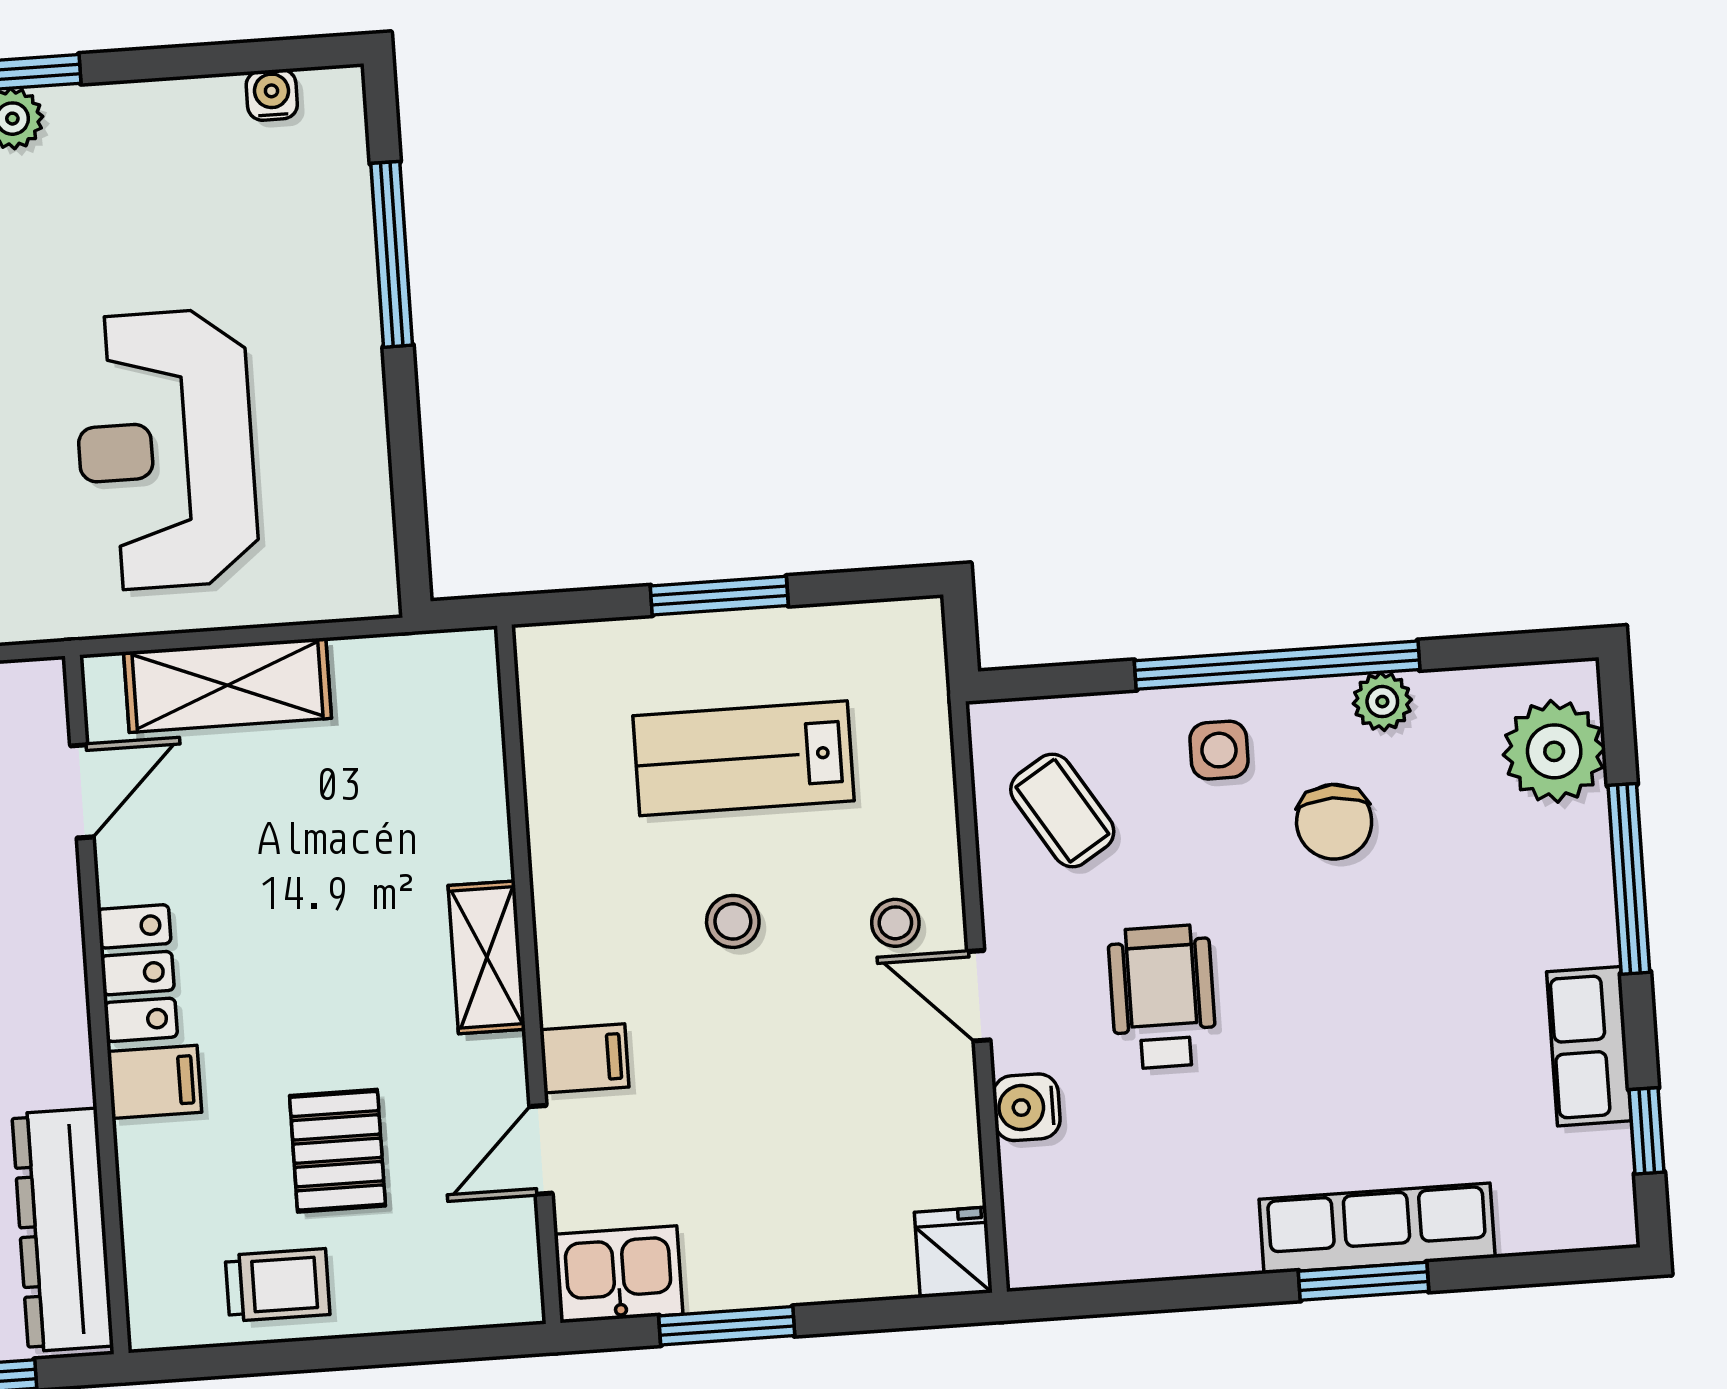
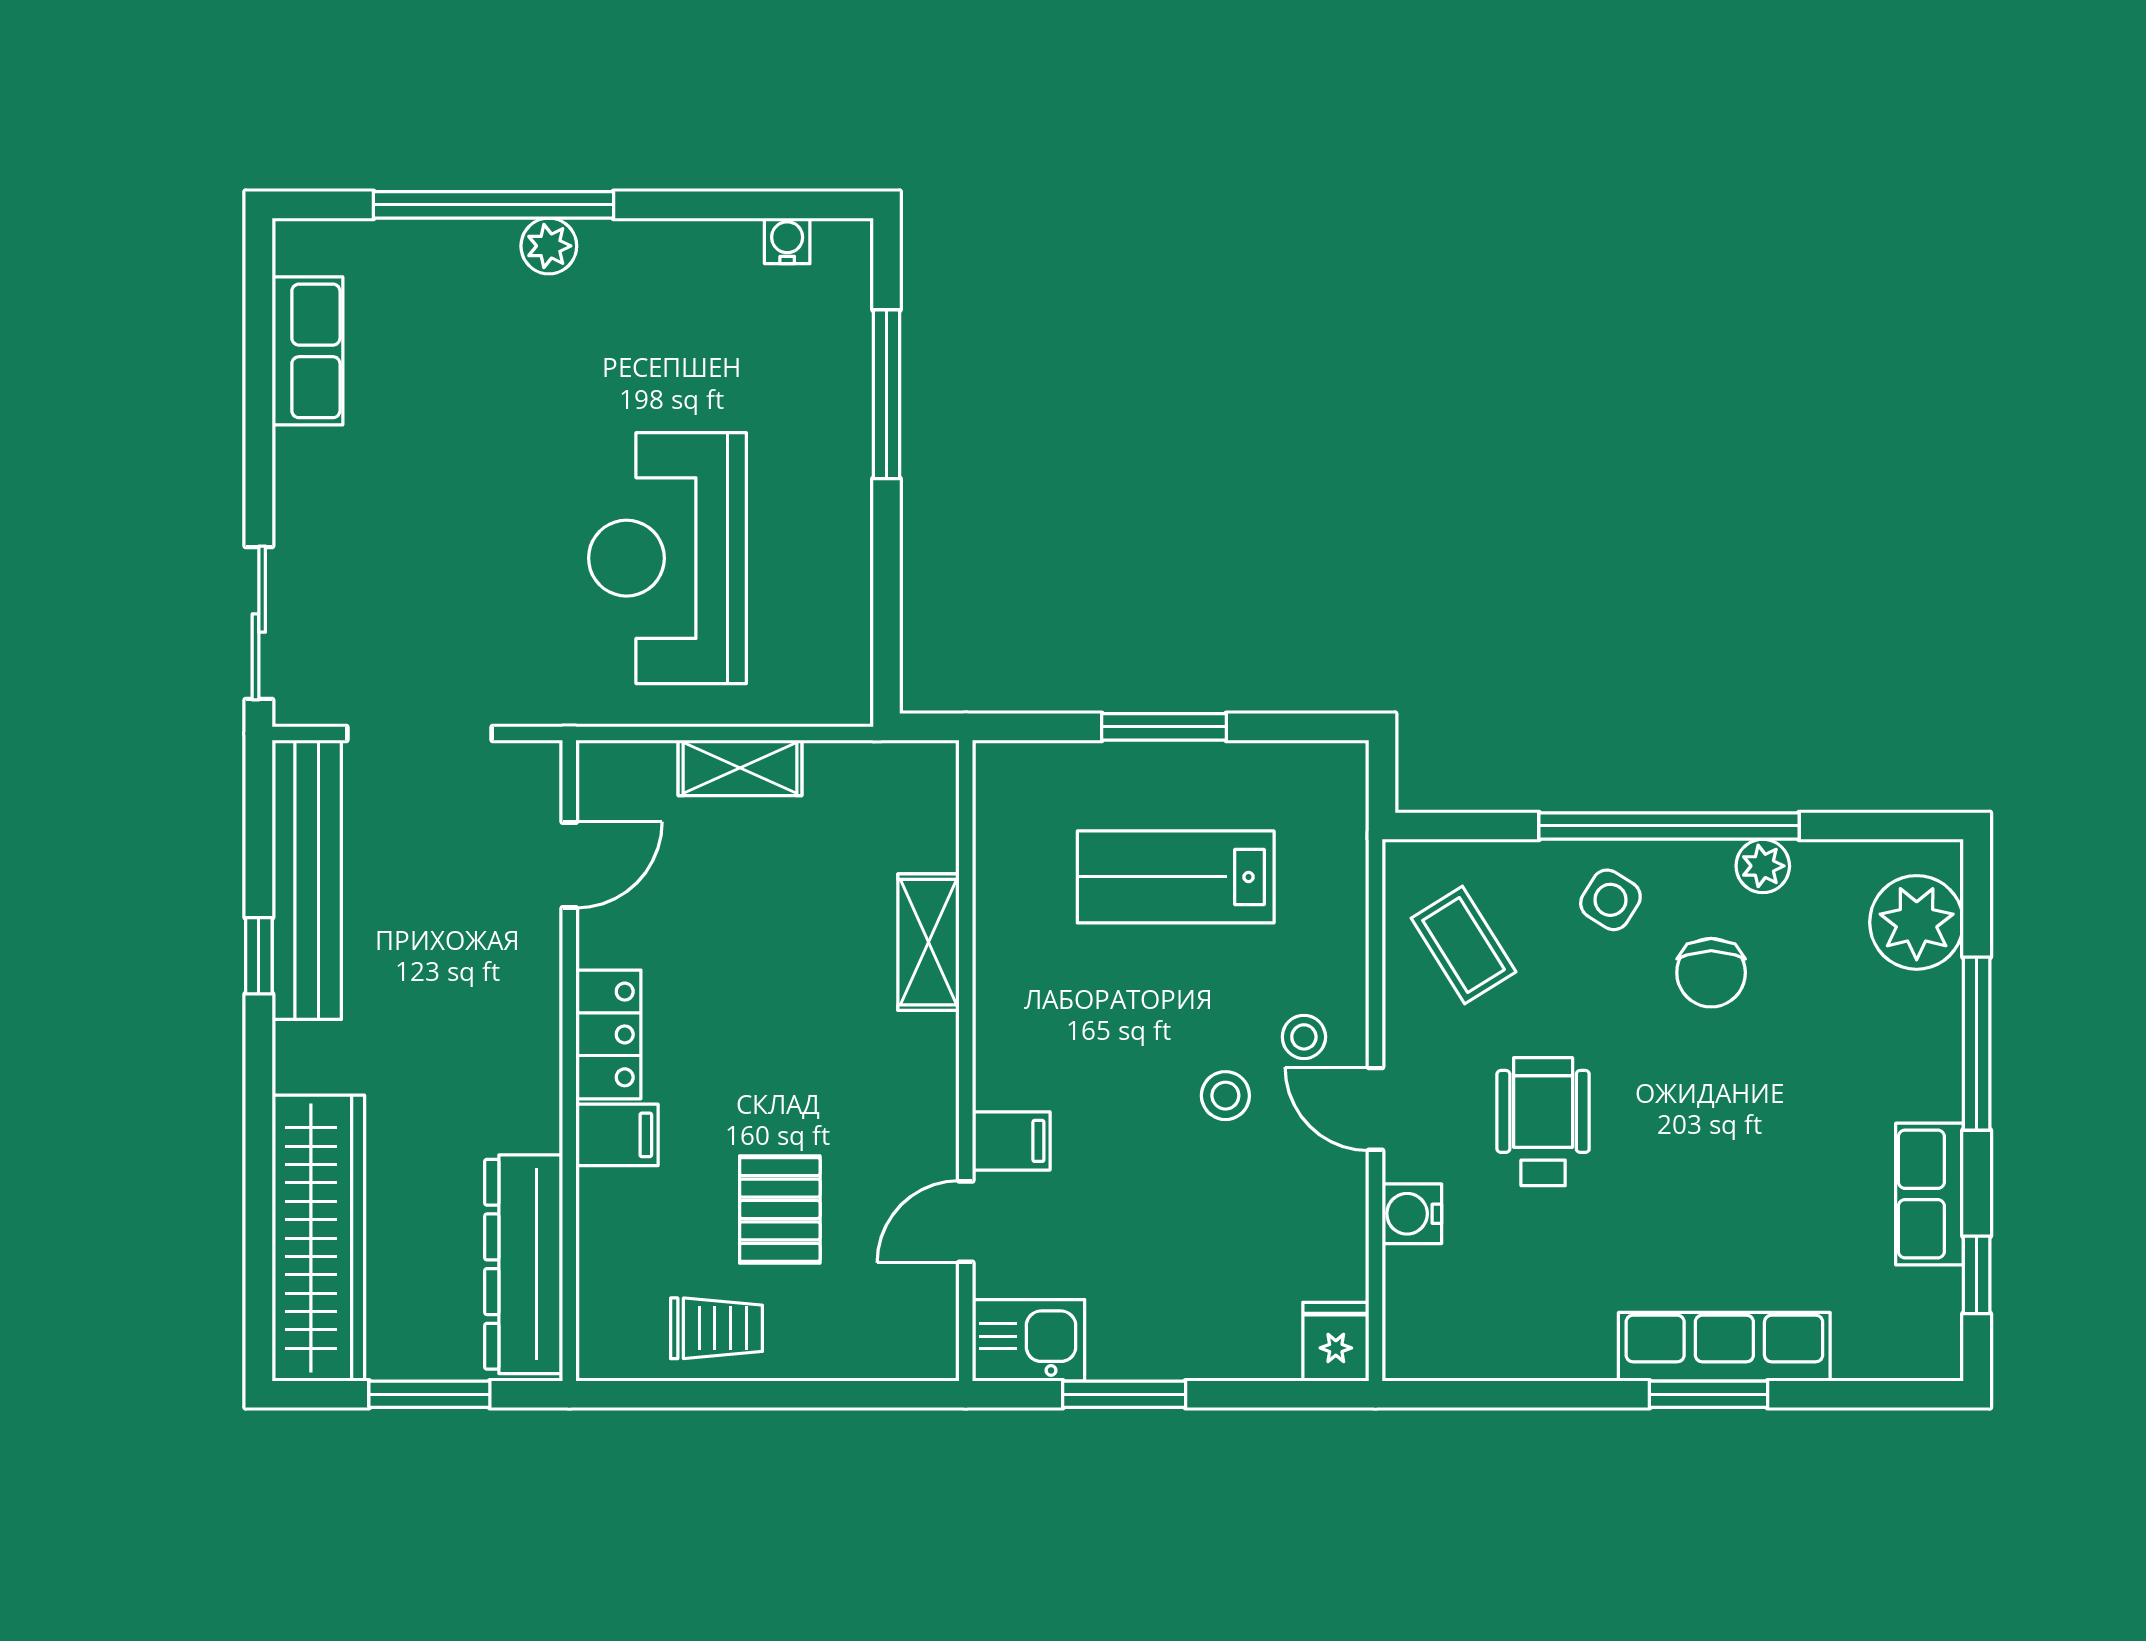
shelving: (228, 685) -> (740, 768), width x0.67, depth x0.75
side table: (1219, 750) -> (1610, 900), turned 32
stool: (733, 921) -> (1225, 1096), moved
shelving: (487, 957) -> (928, 942), moved

